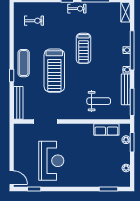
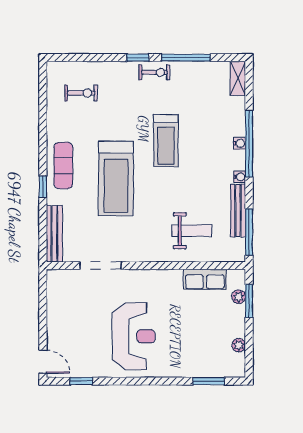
reception desk: (51, 161) -> (134, 336), moved

